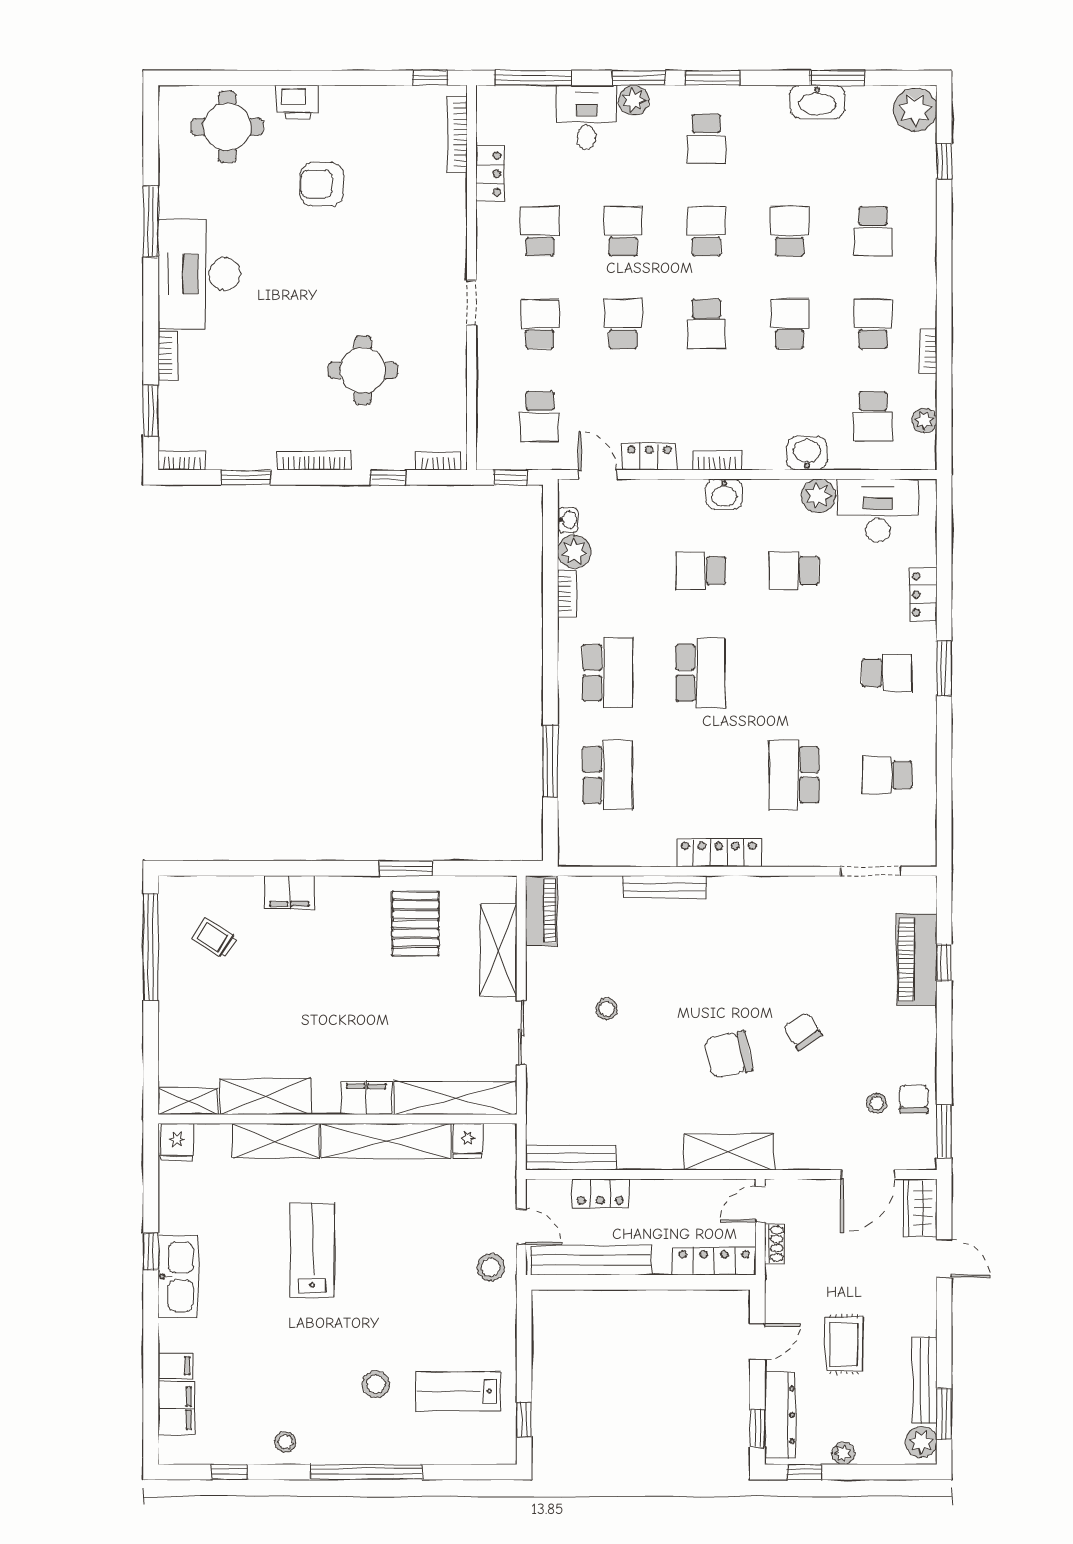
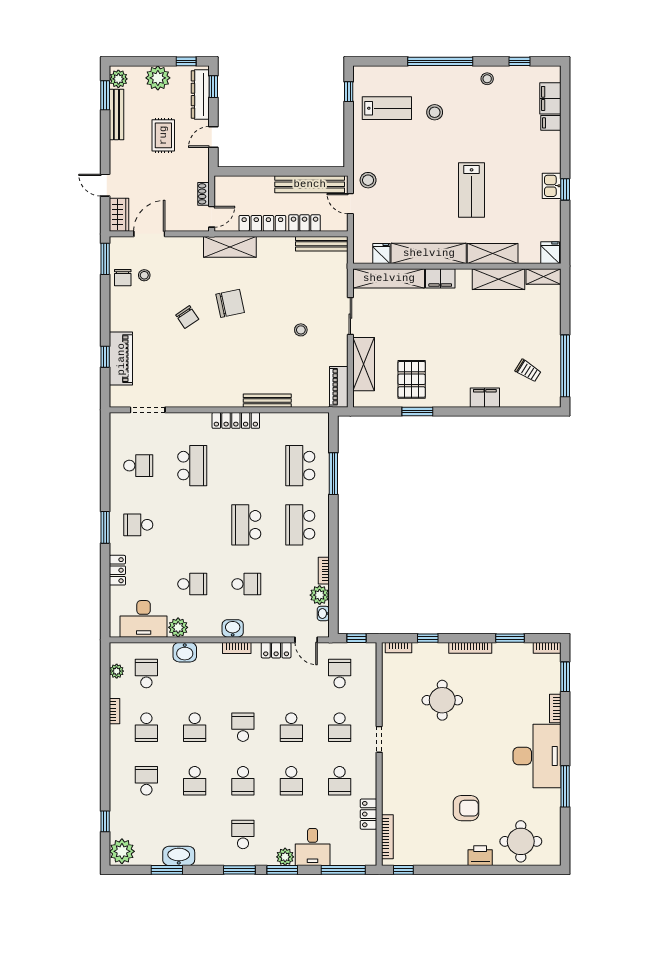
locker: (714, 1261) -> (262, 223), moved, turned 180
kitchen sink: (178, 1277) -> (552, 186), width x0.53, depth x0.81
plant: (843, 1453) -> (158, 78), width x1.88, depth x1.88

